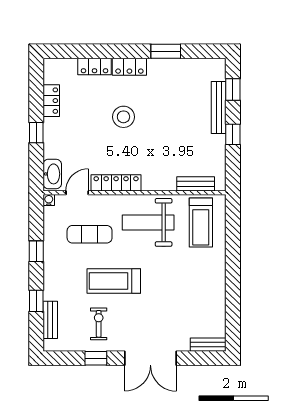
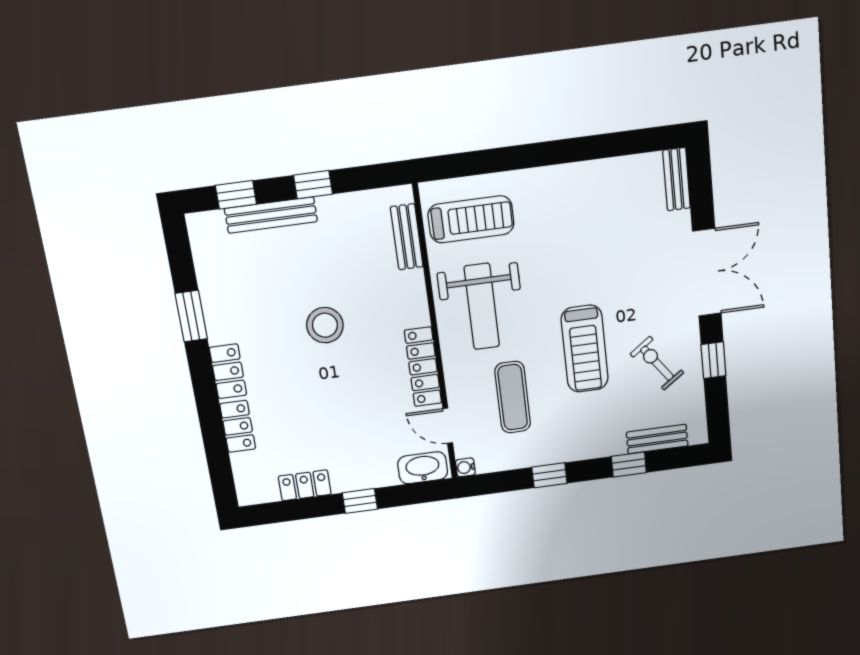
stool: (123, 117) -> (325, 325), moved
exercise bike: (99, 324) -> (657, 363), turned 54

